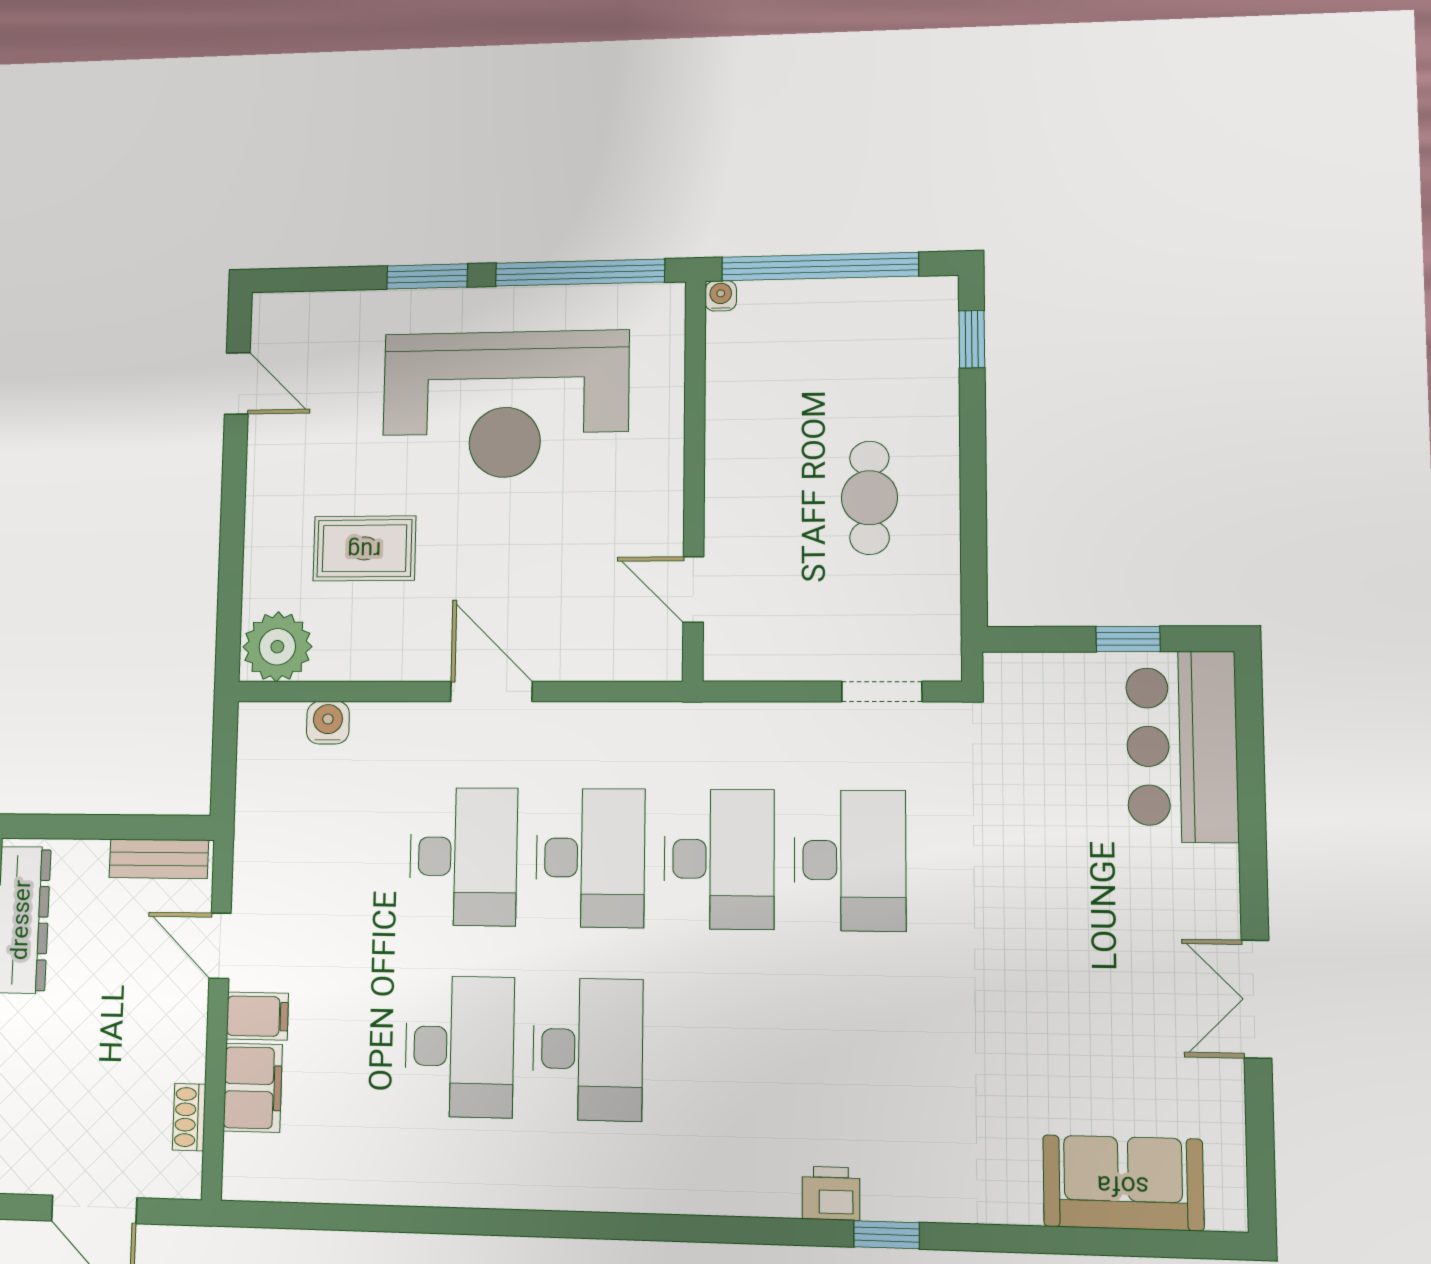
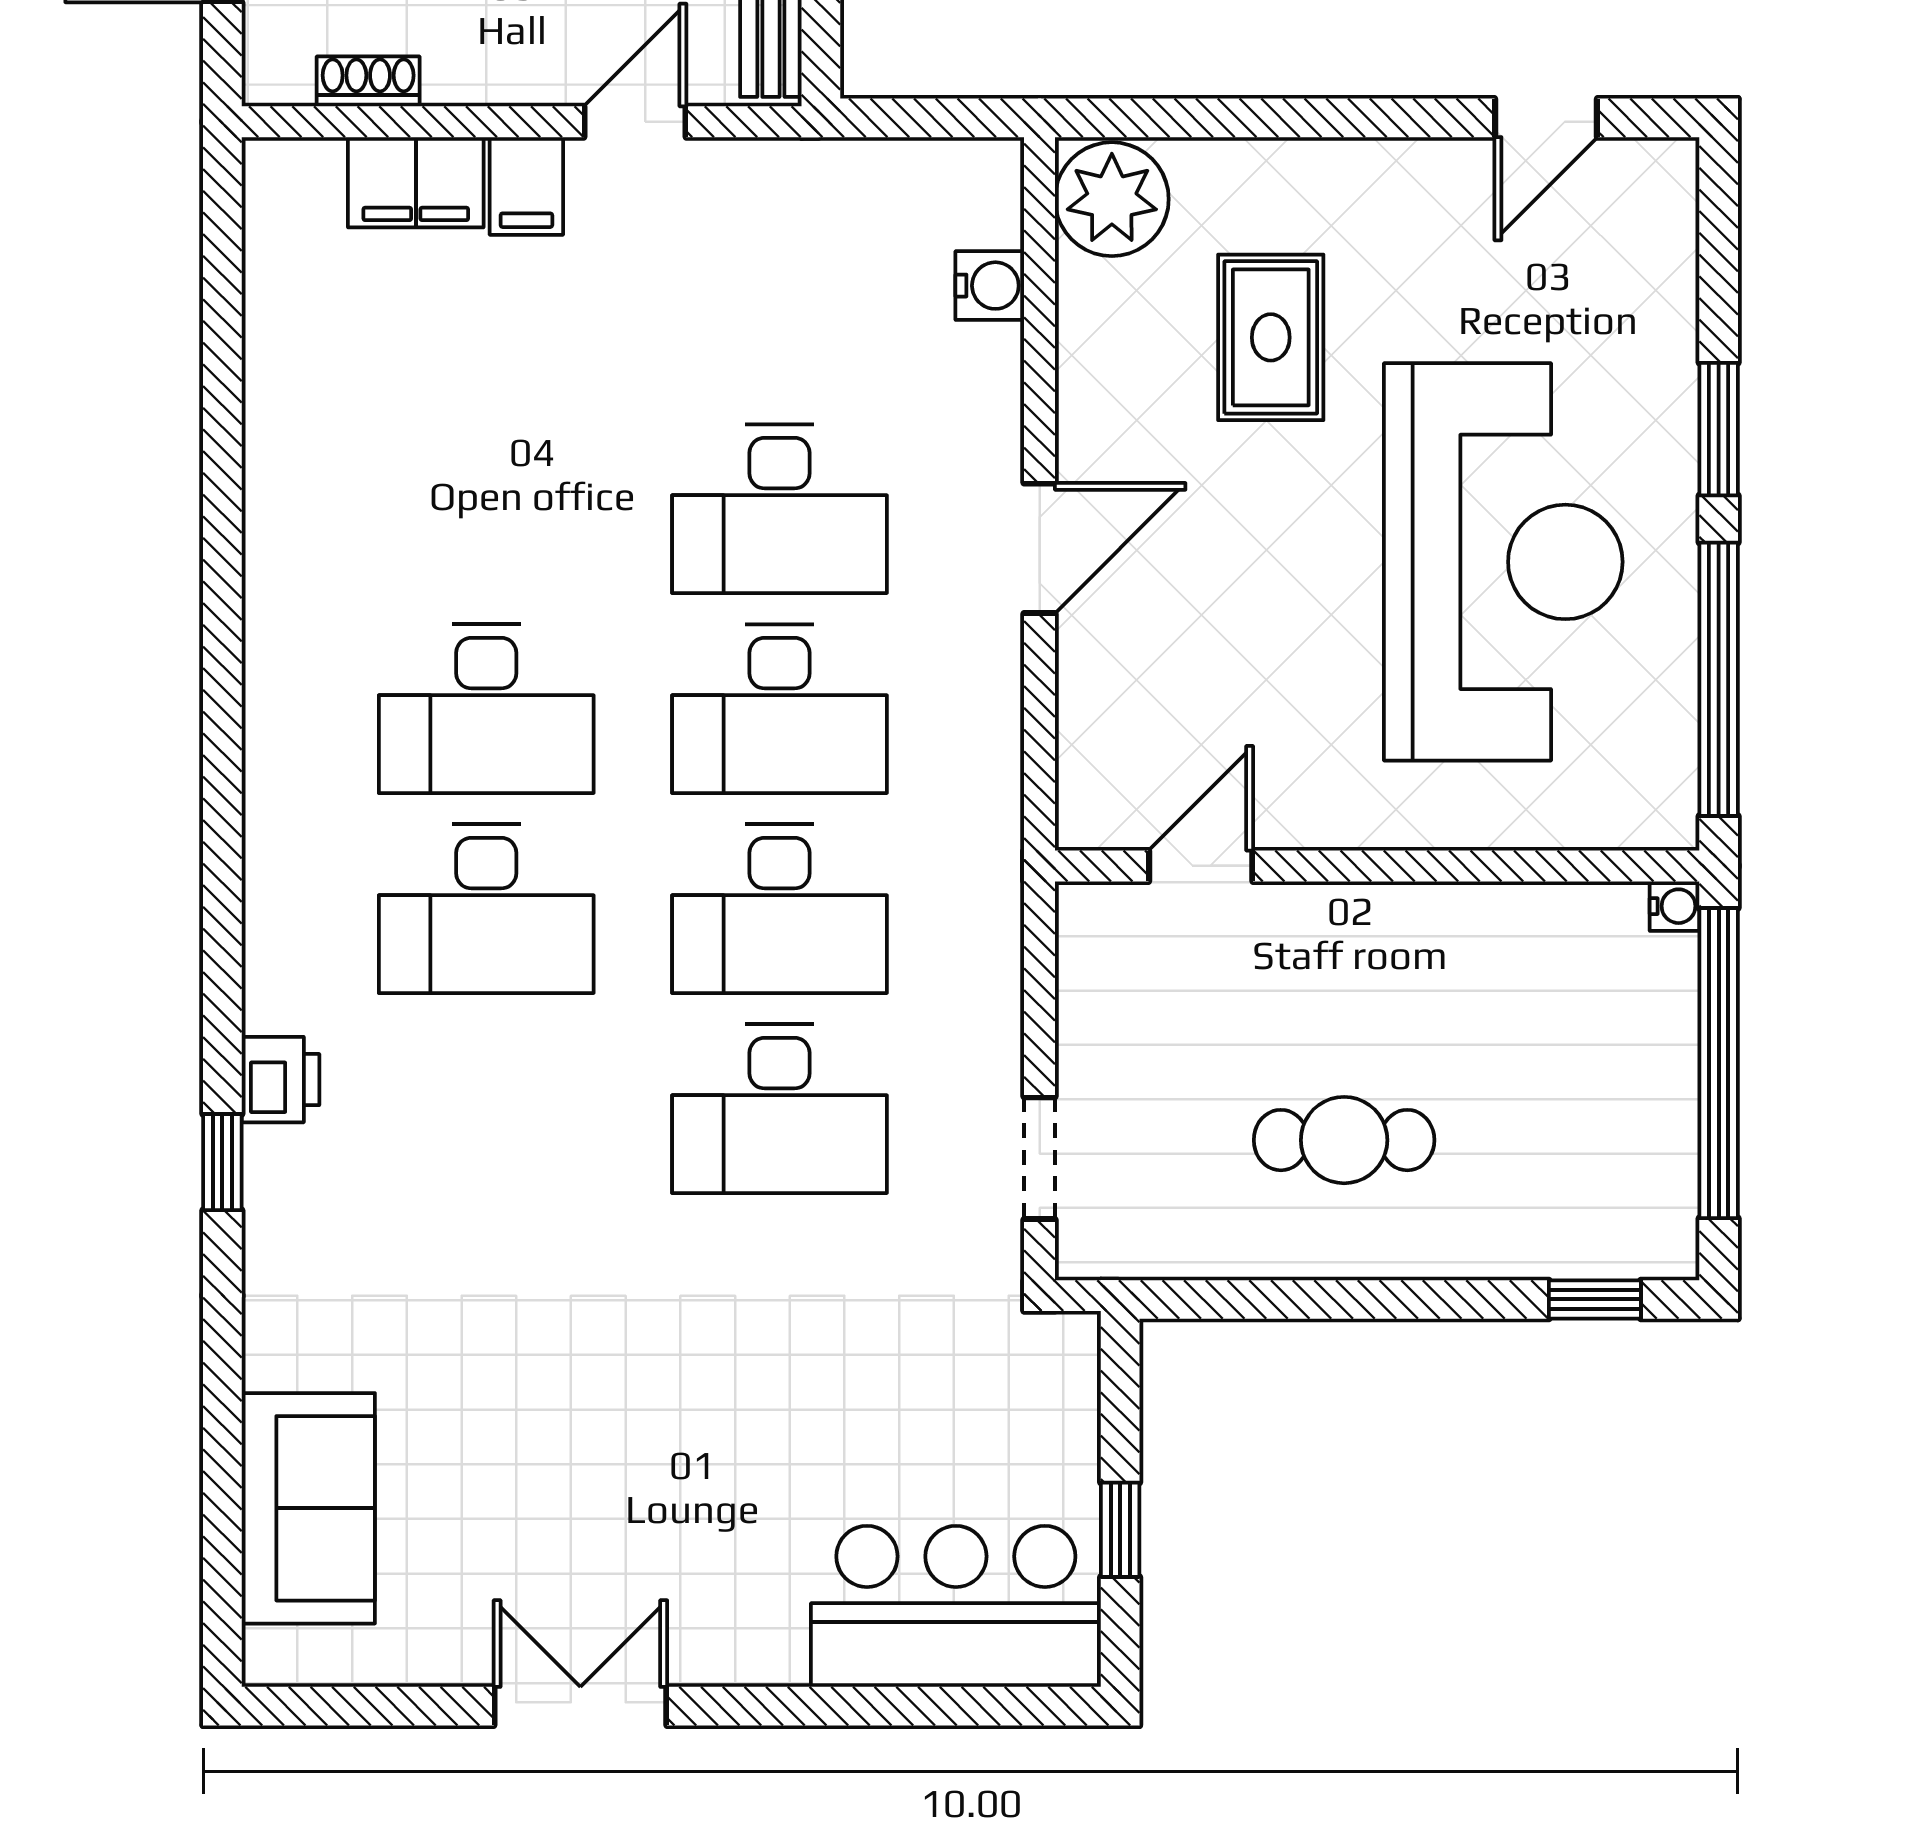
reception desk: (505, 404) -> (1503, 562), turned 180
desk: (459, 1046) -> (486, 909), moved

